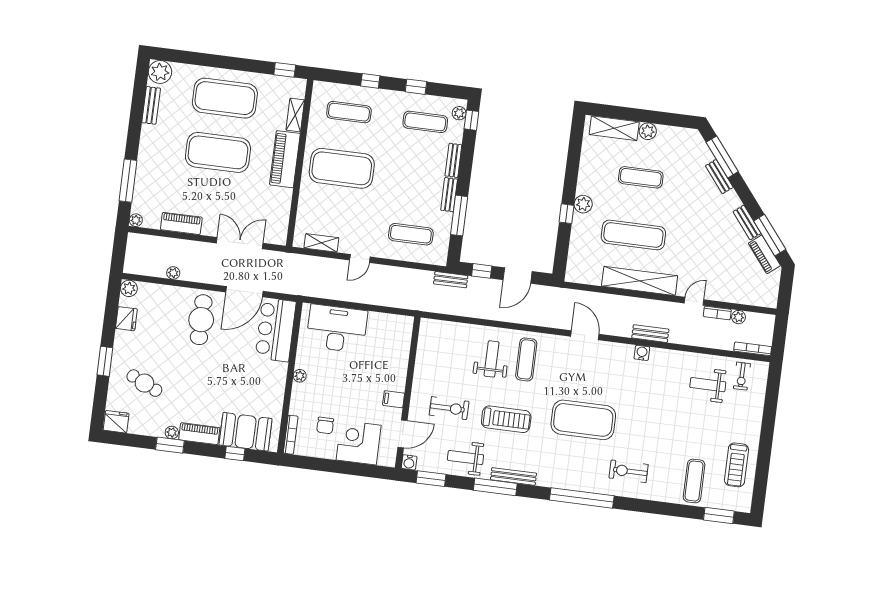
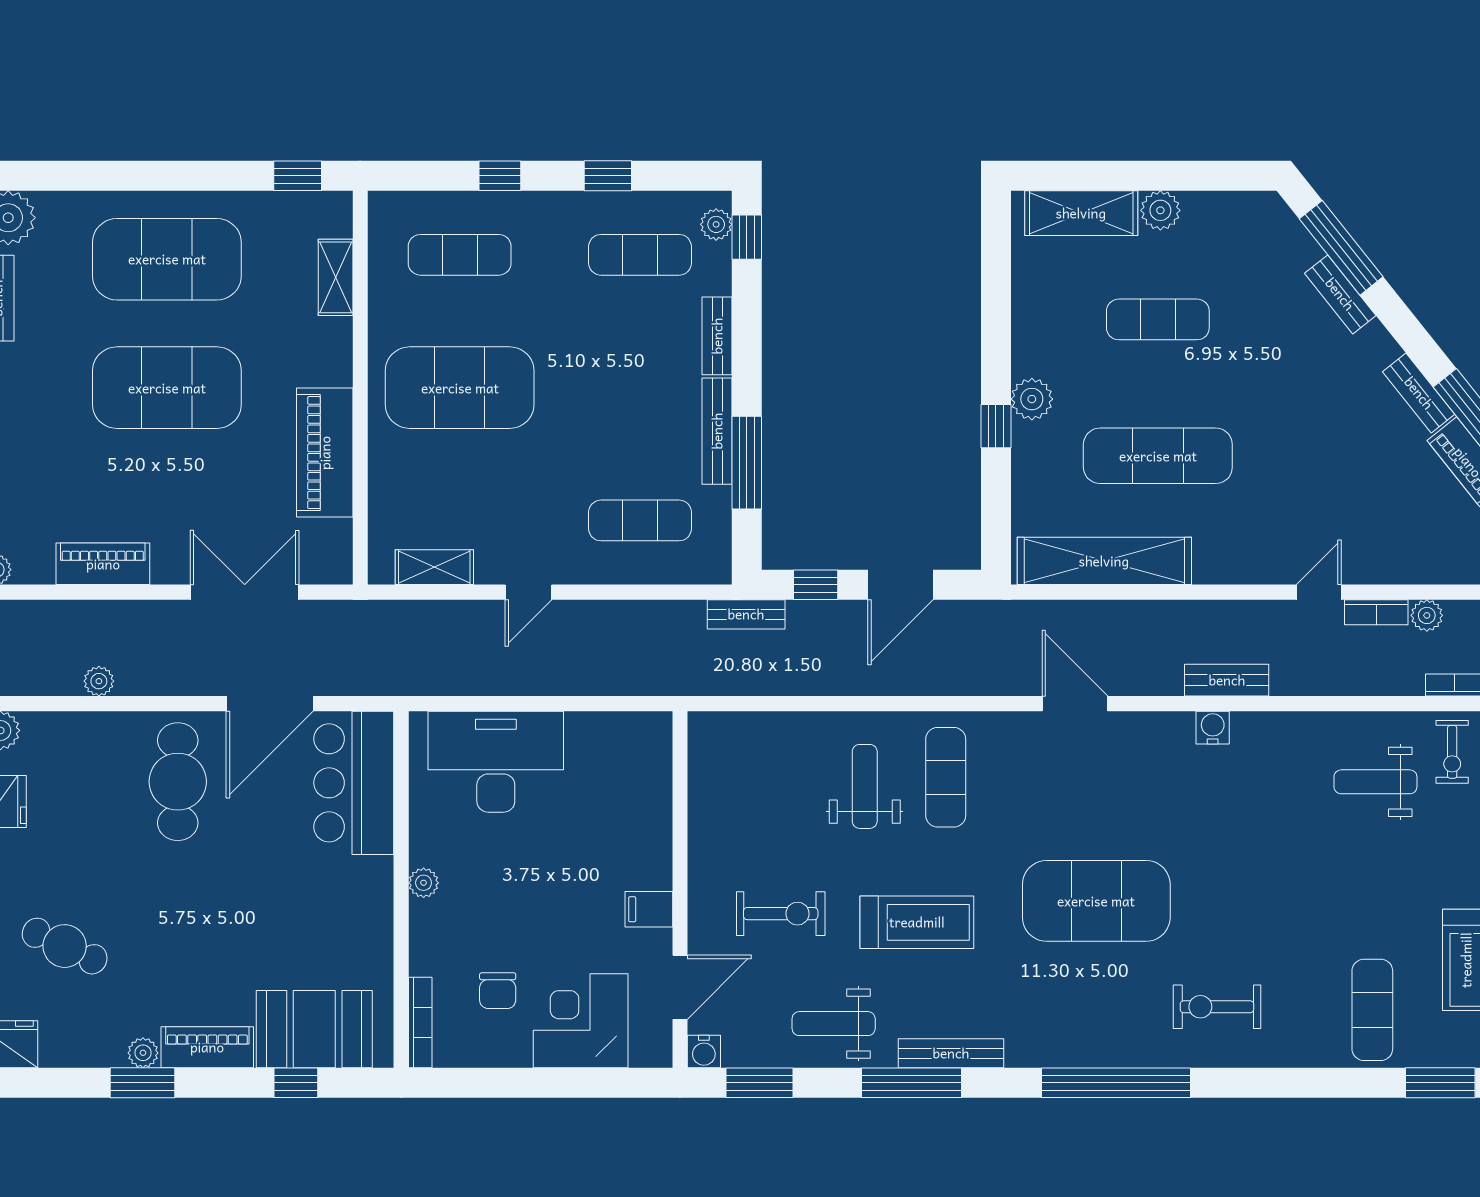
piano: (285, 159) -> (325, 453), moved
bench: (449, 195) -> (717, 431), width x1.36
shelving: (640, 281) -> (1104, 561), moved

